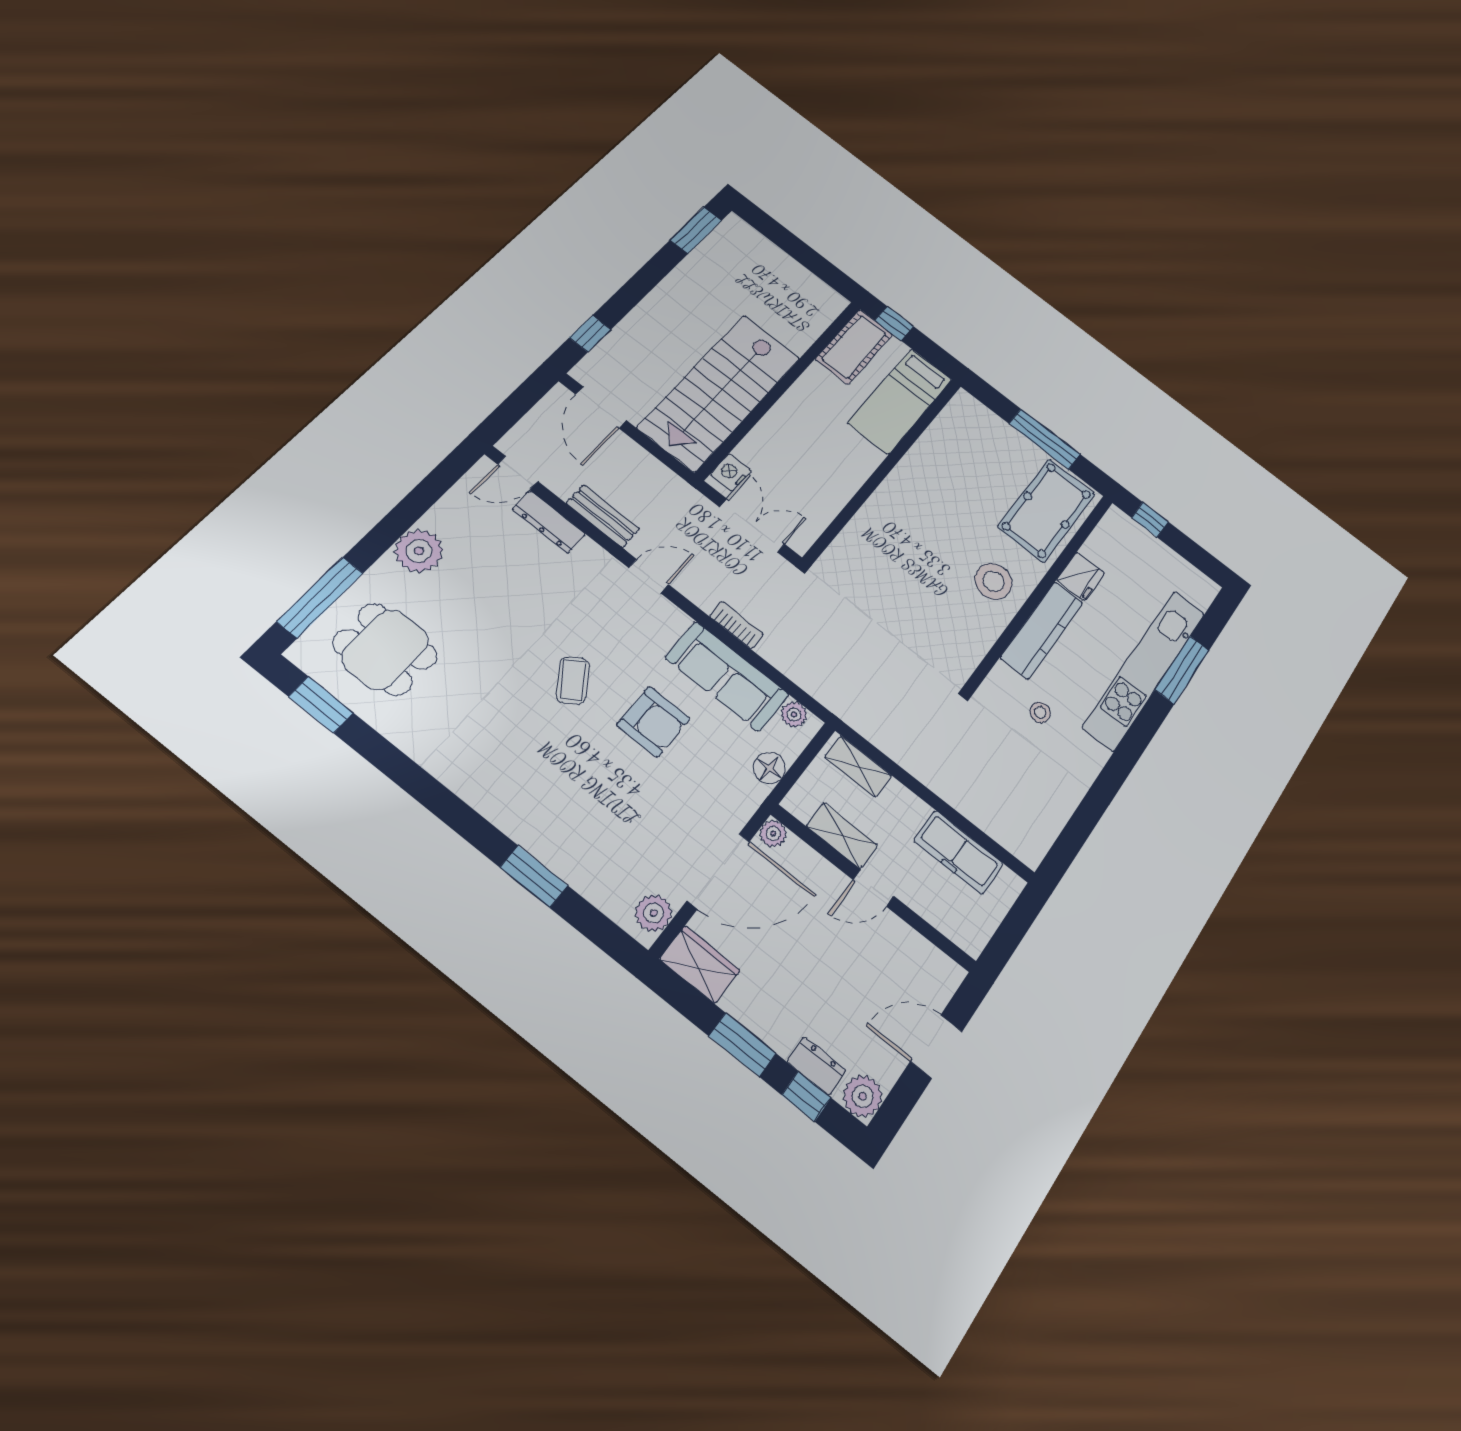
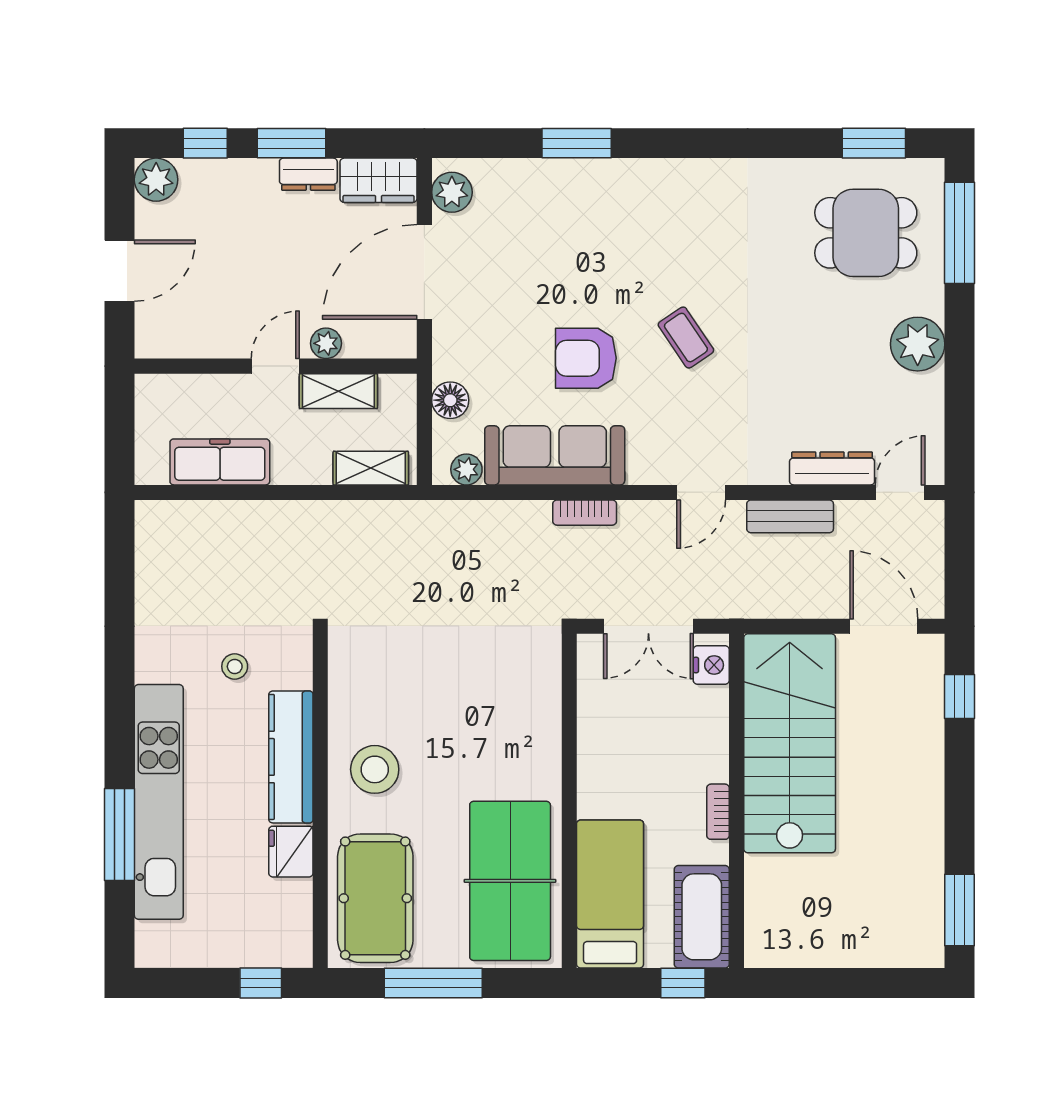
bookcase: (797, 392) -> (718, 812), added
table tennis table: (956, 455) -> (510, 881), added
plant: (773, 834) -> (326, 343), moved
dresser: (816, 1066) -> (308, 174), moved

